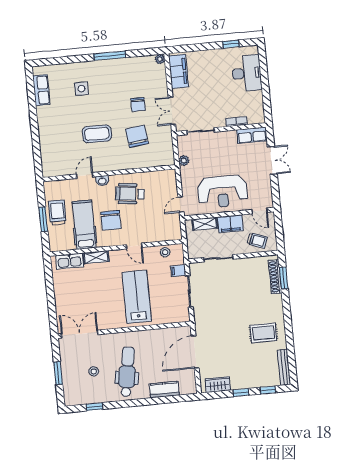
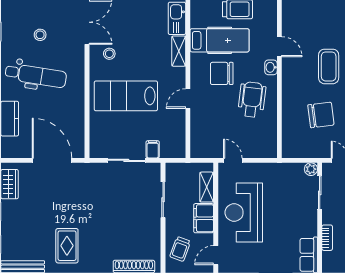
plant: (184, 160) -> (311, 169), moved
stool: (165, 252) -> (109, 54), moved
lab bench: (137, 297) -> (126, 96), turned 180

